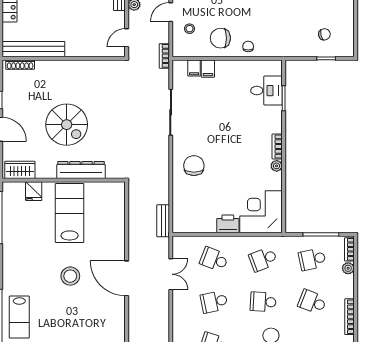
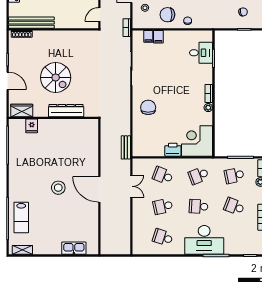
lab bench: (70, 213) -> (58, 142), removed

